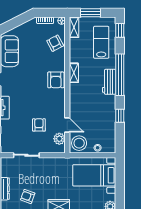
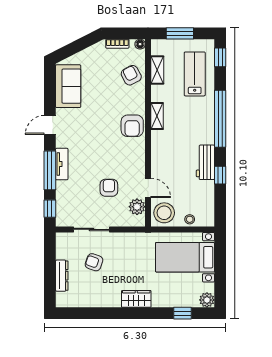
shelving: (74, 27) -> (157, 70), moved
workbench: (109, 82) -> (205, 162), moved
armchair: (28, 196) -> (94, 262), moved

